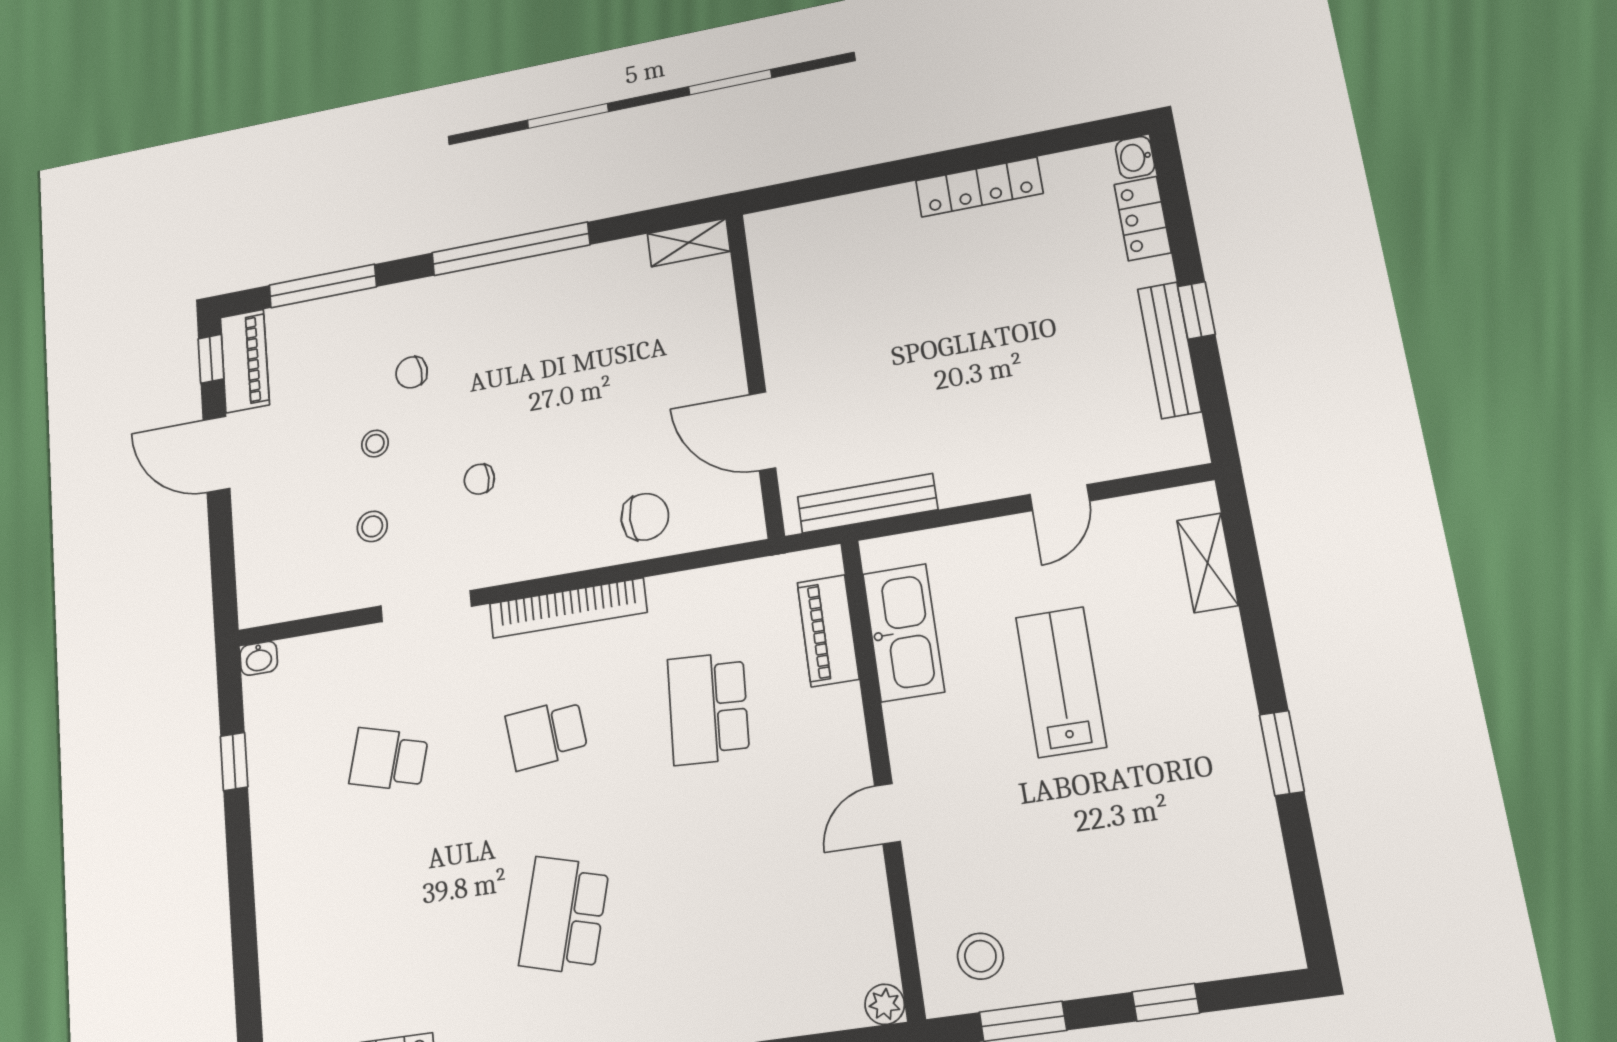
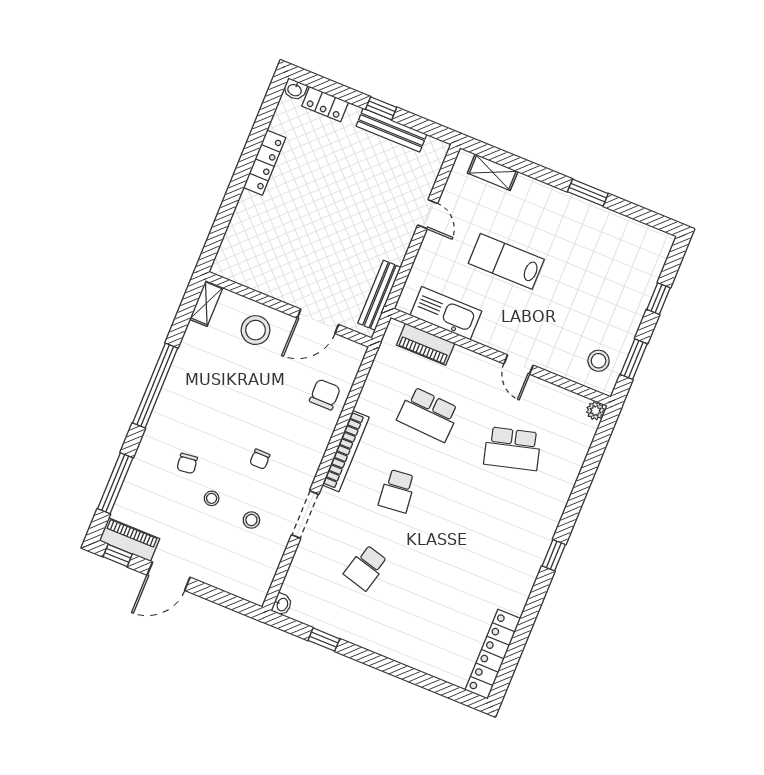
stool: (689, 343) -> (256, 330), added
school desk: (564, 916) -> (512, 449), moved, turned -30

